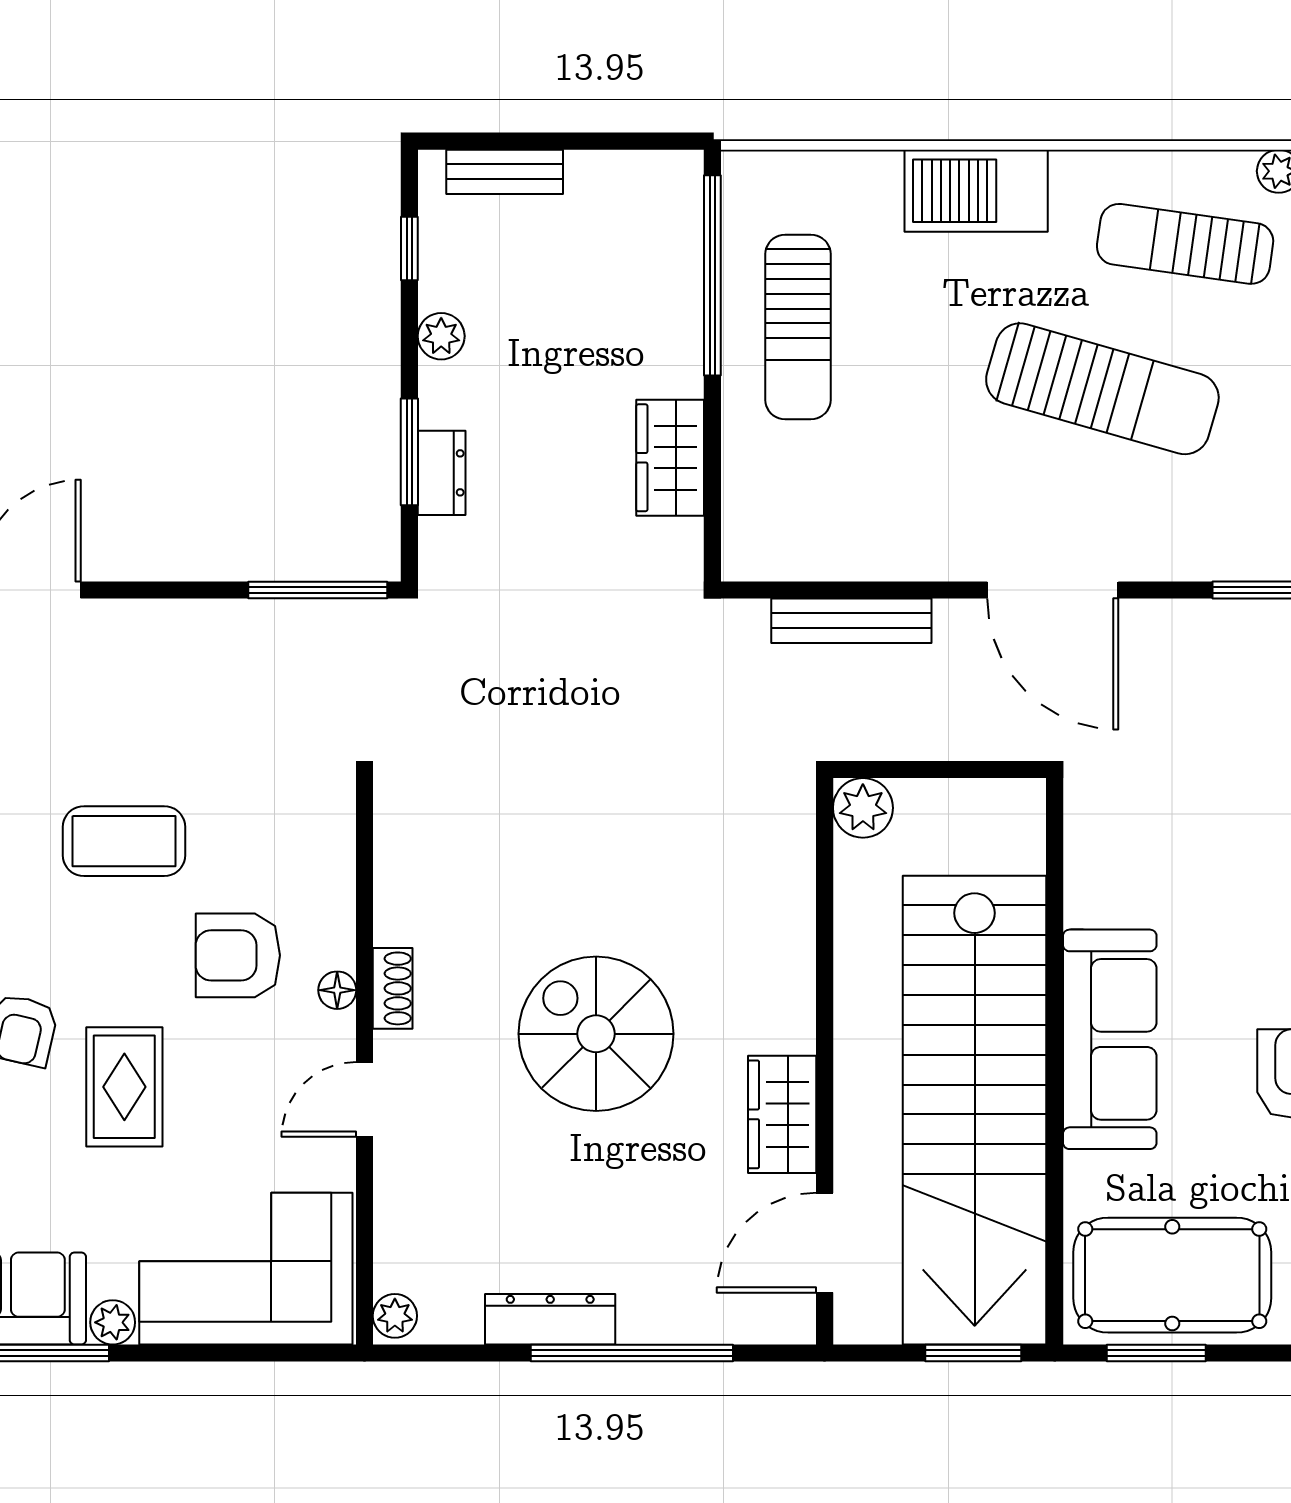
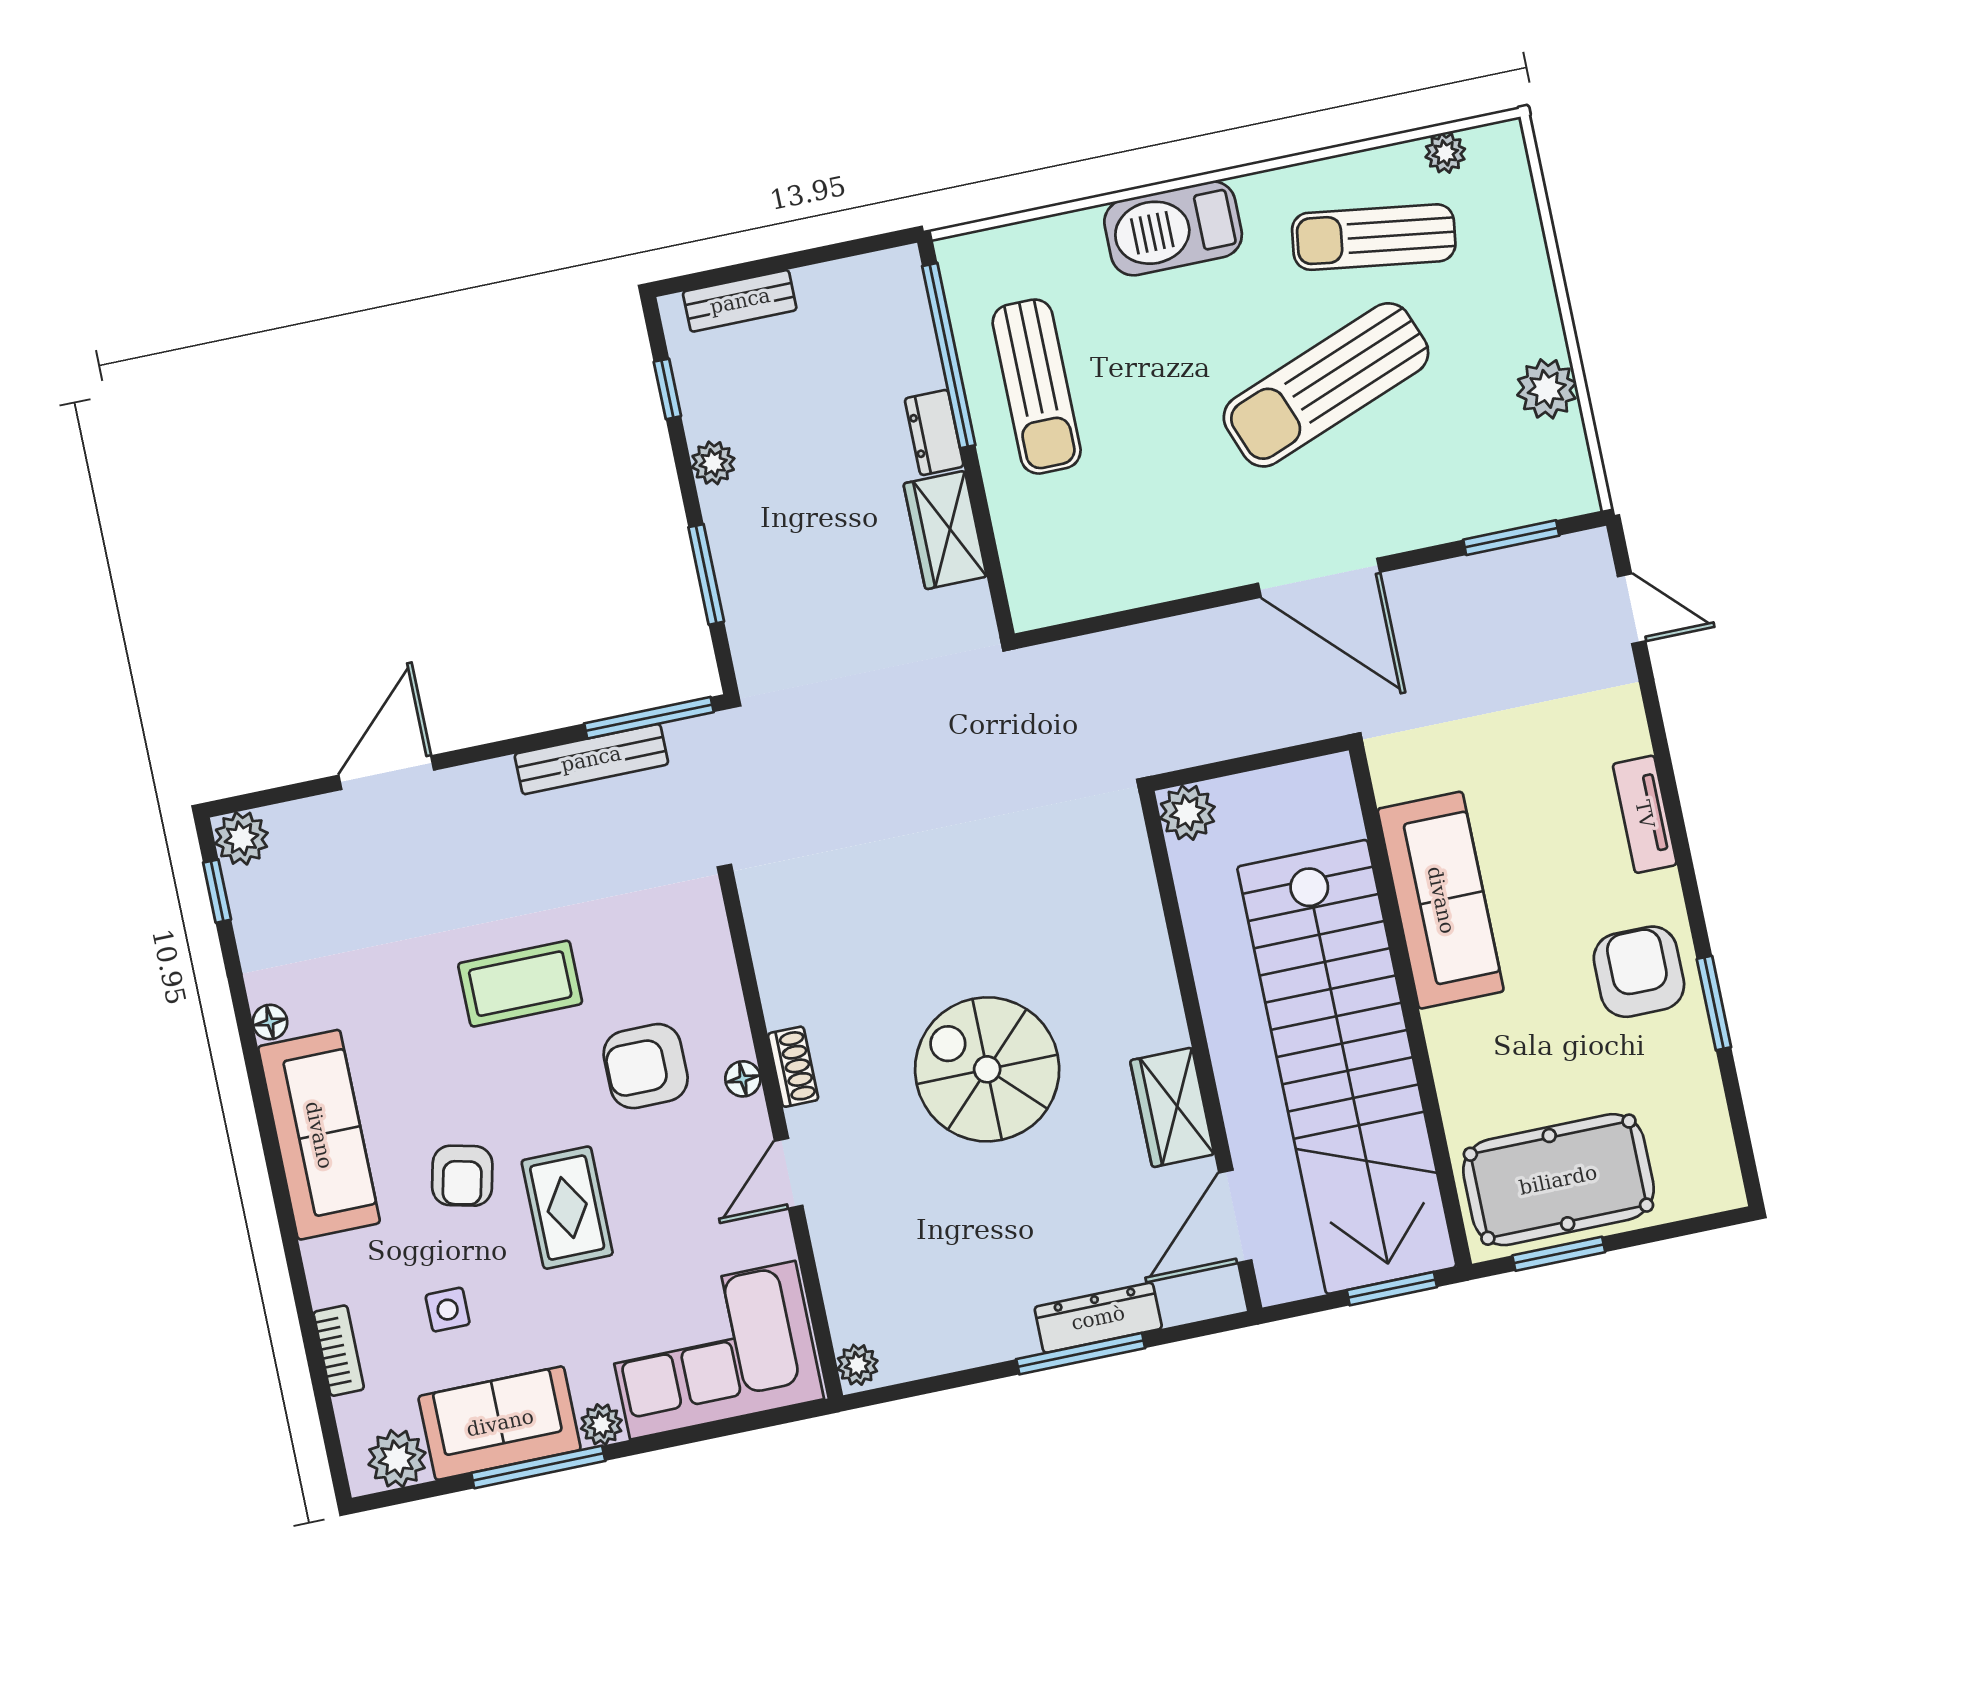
sun lounger: (1102, 389) -> (1326, 385), turned 143
dresser: (442, 473) -> (934, 432), moved, turned 180
bench: (851, 621) -> (591, 759), moved
sofa: (1110, 1039) -> (1441, 900), moved
dresser: (550, 1319) -> (1098, 1318), moved
window: (632, 1353) -> (1081, 1354), width x0.68

